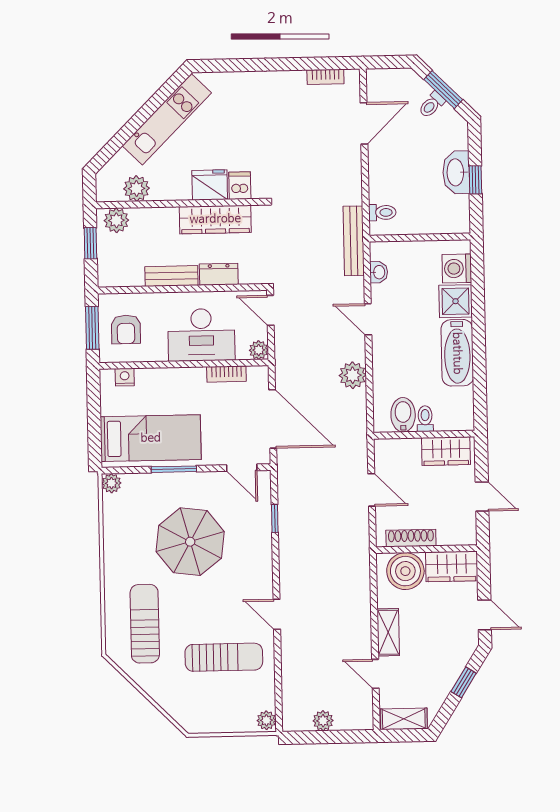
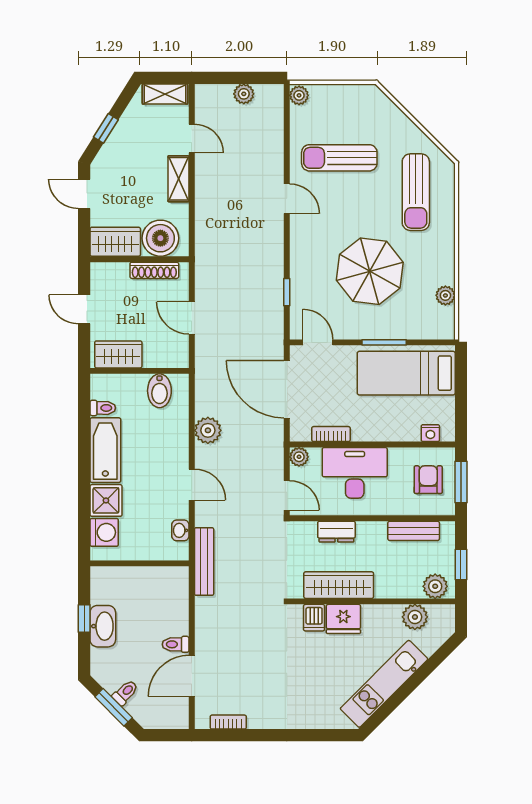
toilet: (382, 213) -> (176, 644), moved
bench: (171, 276) -> (414, 531), moved
toilet: (425, 419) -> (103, 408), moved, turned -90
plant: (111, 483) -> (445, 295), moved

